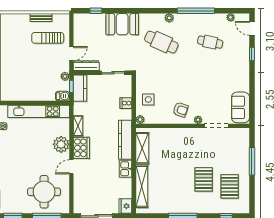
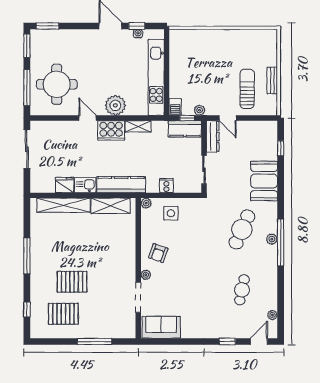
window: (196, 11) -> (281, 242), moved
fridge: (125, 206) -> (65, 185), moved

